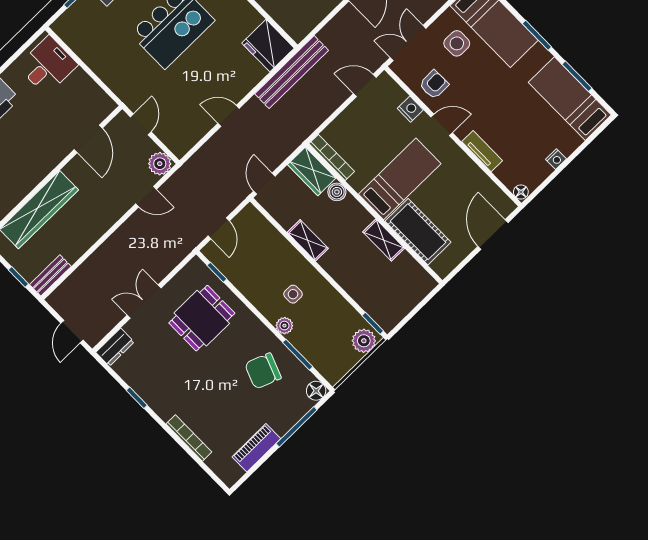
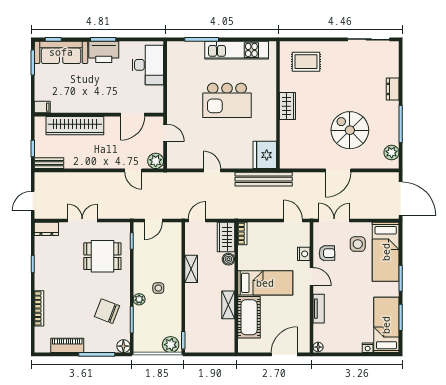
desk: (48, 65) -> (148, 65), width x1.37
door: (141, 124) -> (165, 133), hinge flipped
bookcase: (332, 157) -> (242, 234), width x0.64
nightstand: (556, 159) -> (368, 348), moved

